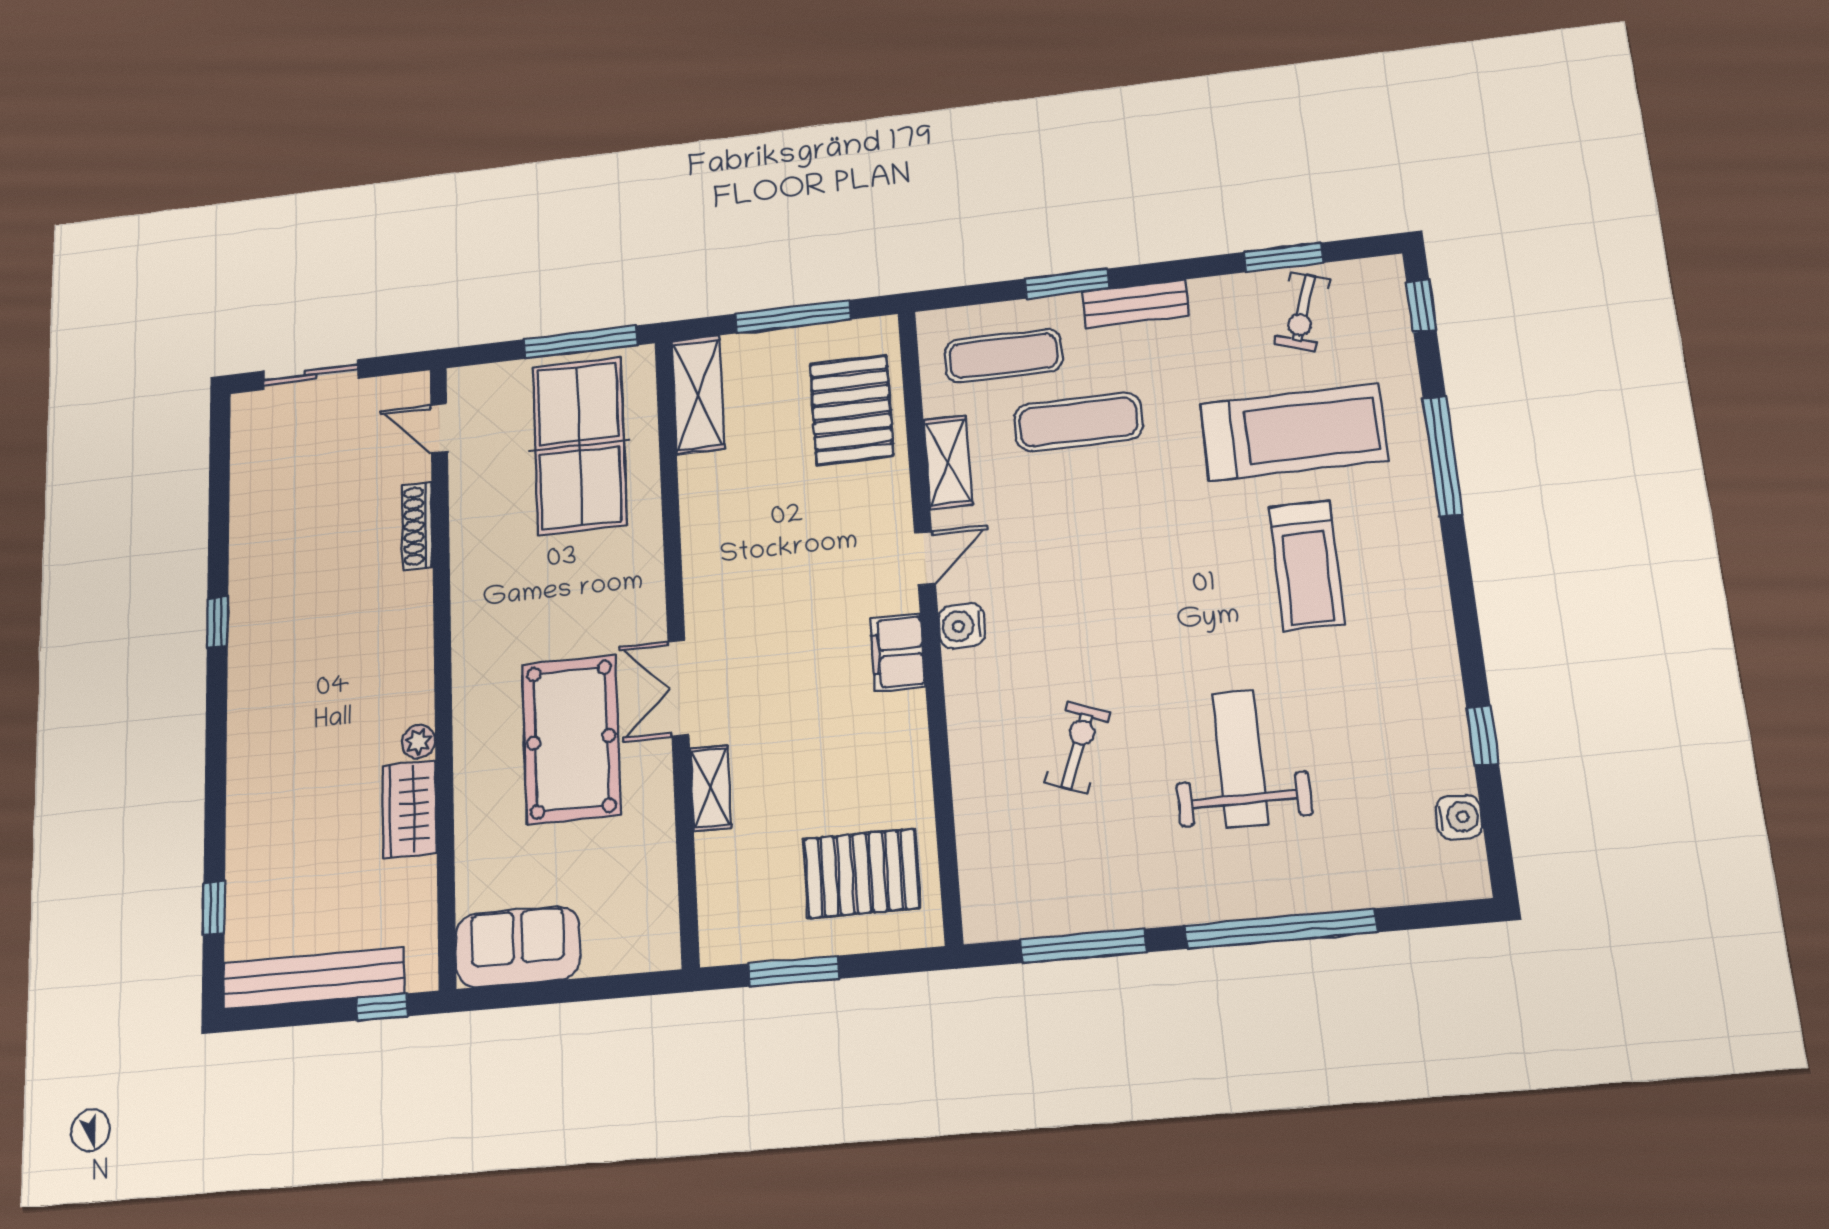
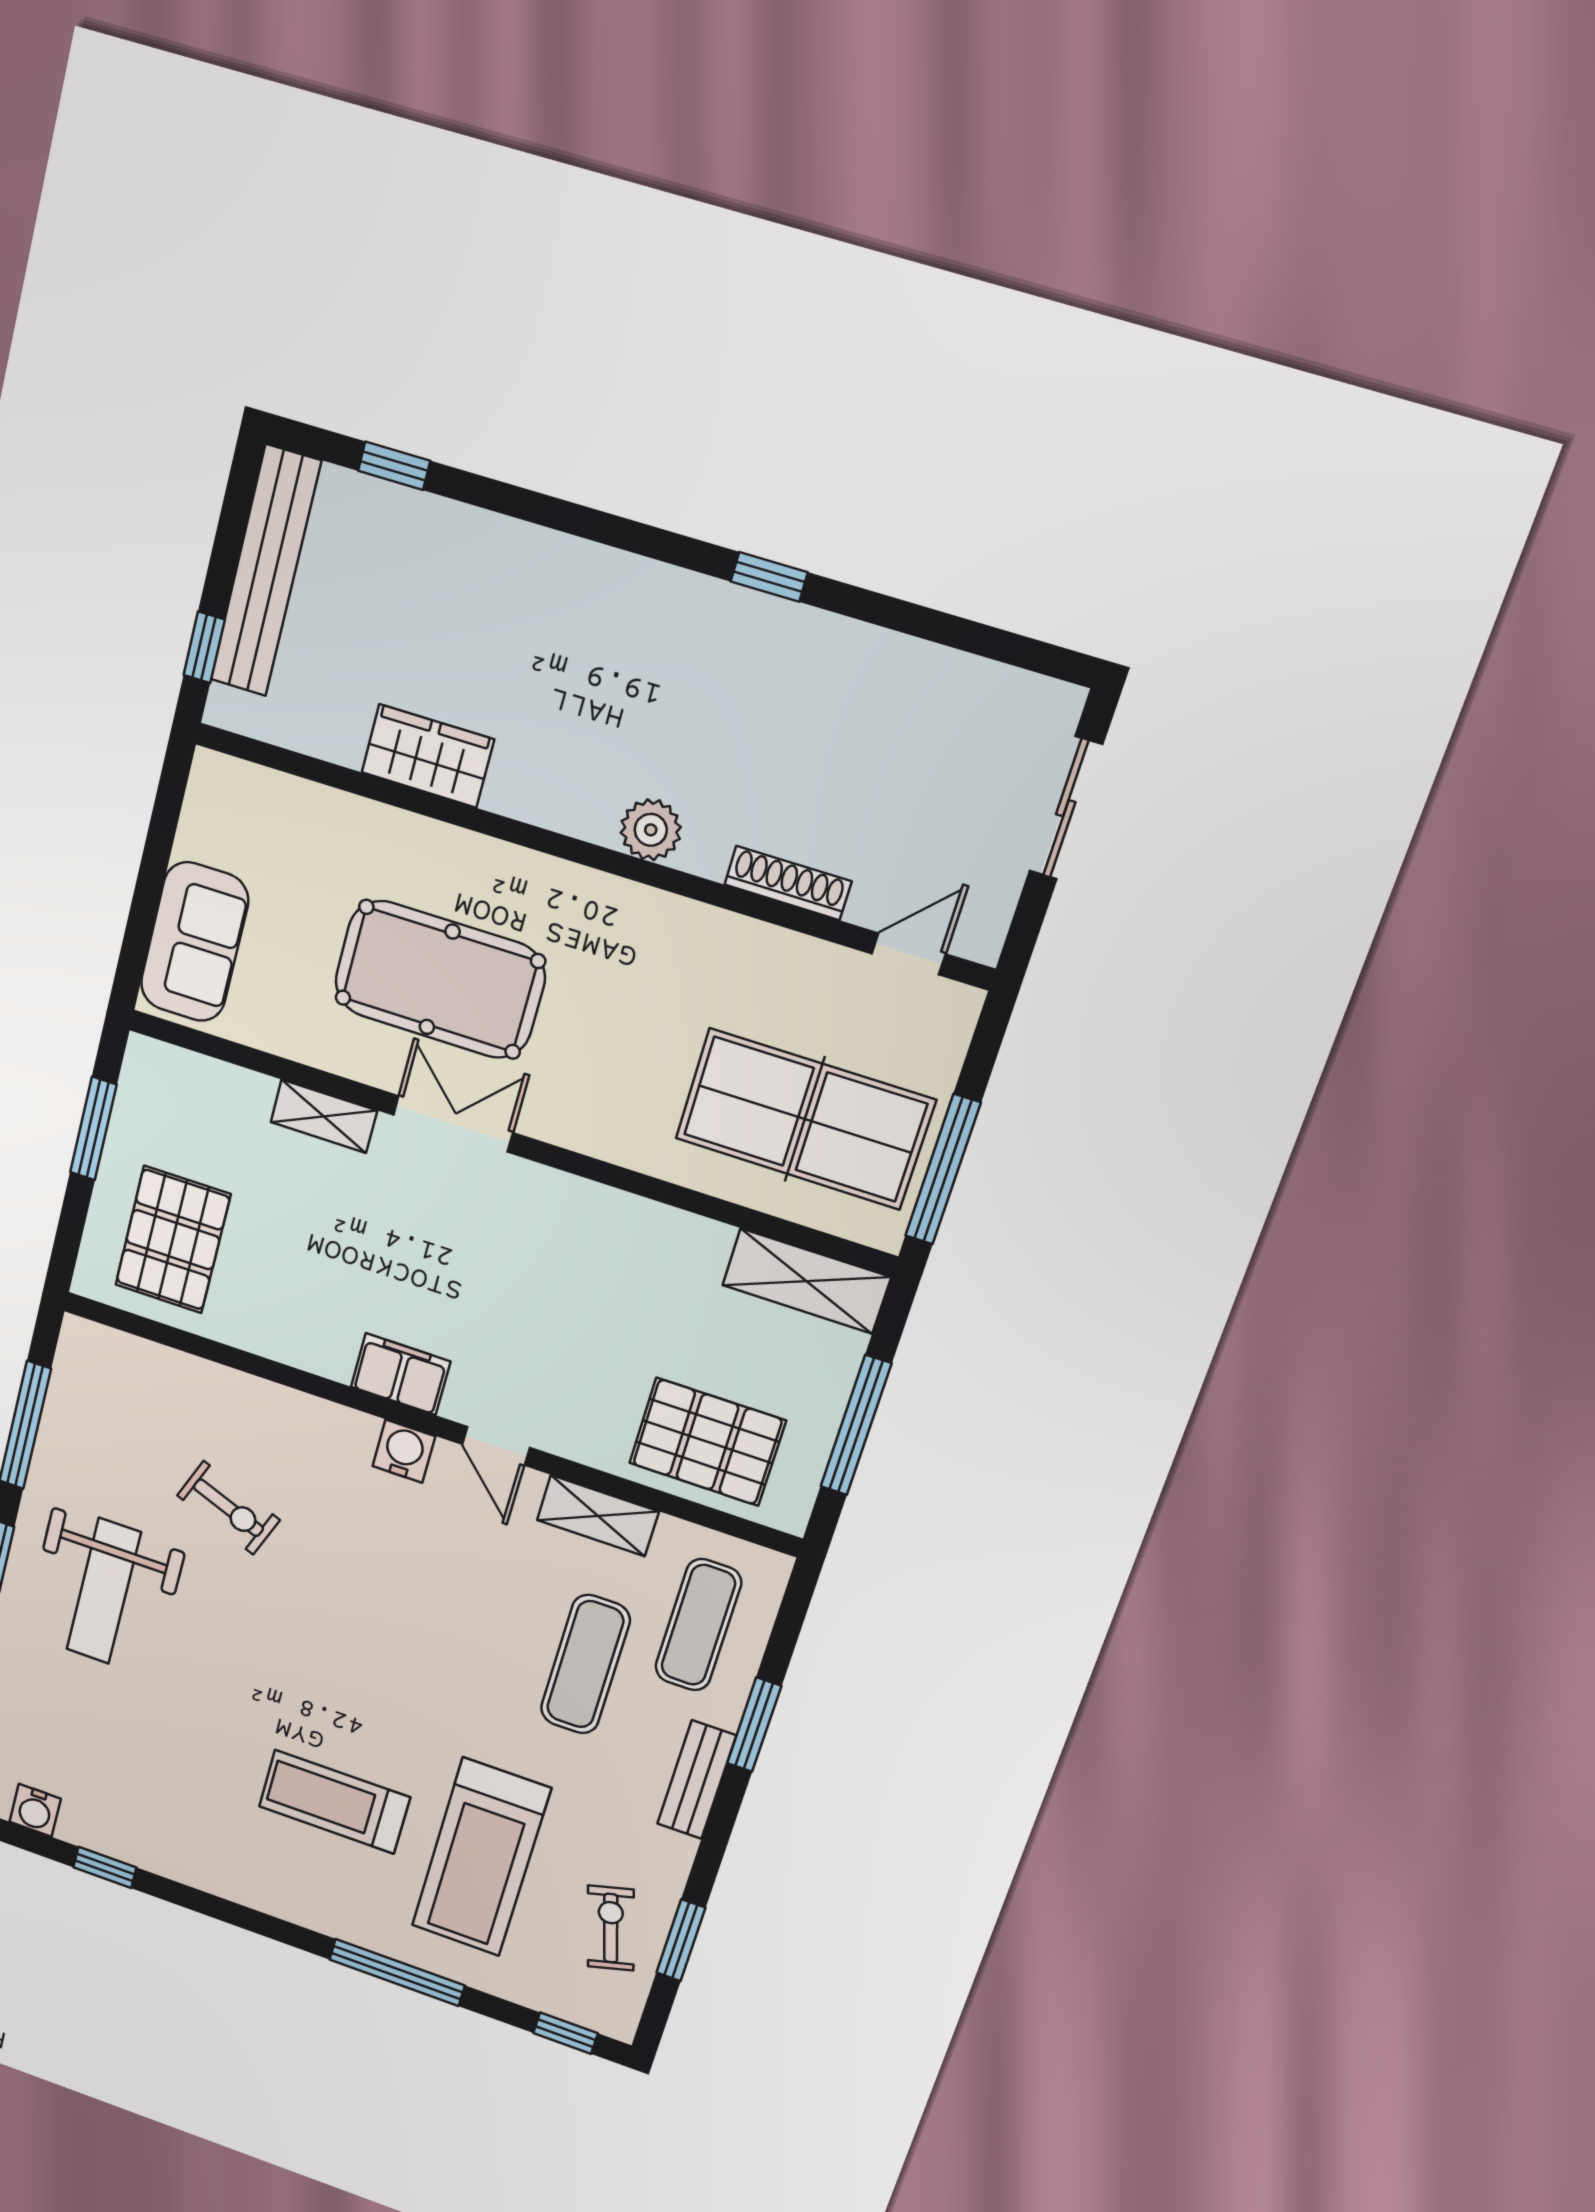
exercise bike: (1303, 312) -> (611, 1928), turned 56
plant: (419, 742) -> (651, 830), moved, width x1.38, depth x1.38
weight bench: (1240, 758) -> (104, 1591), moved, turned 90
sofa: (518, 947) -> (194, 942), moved

